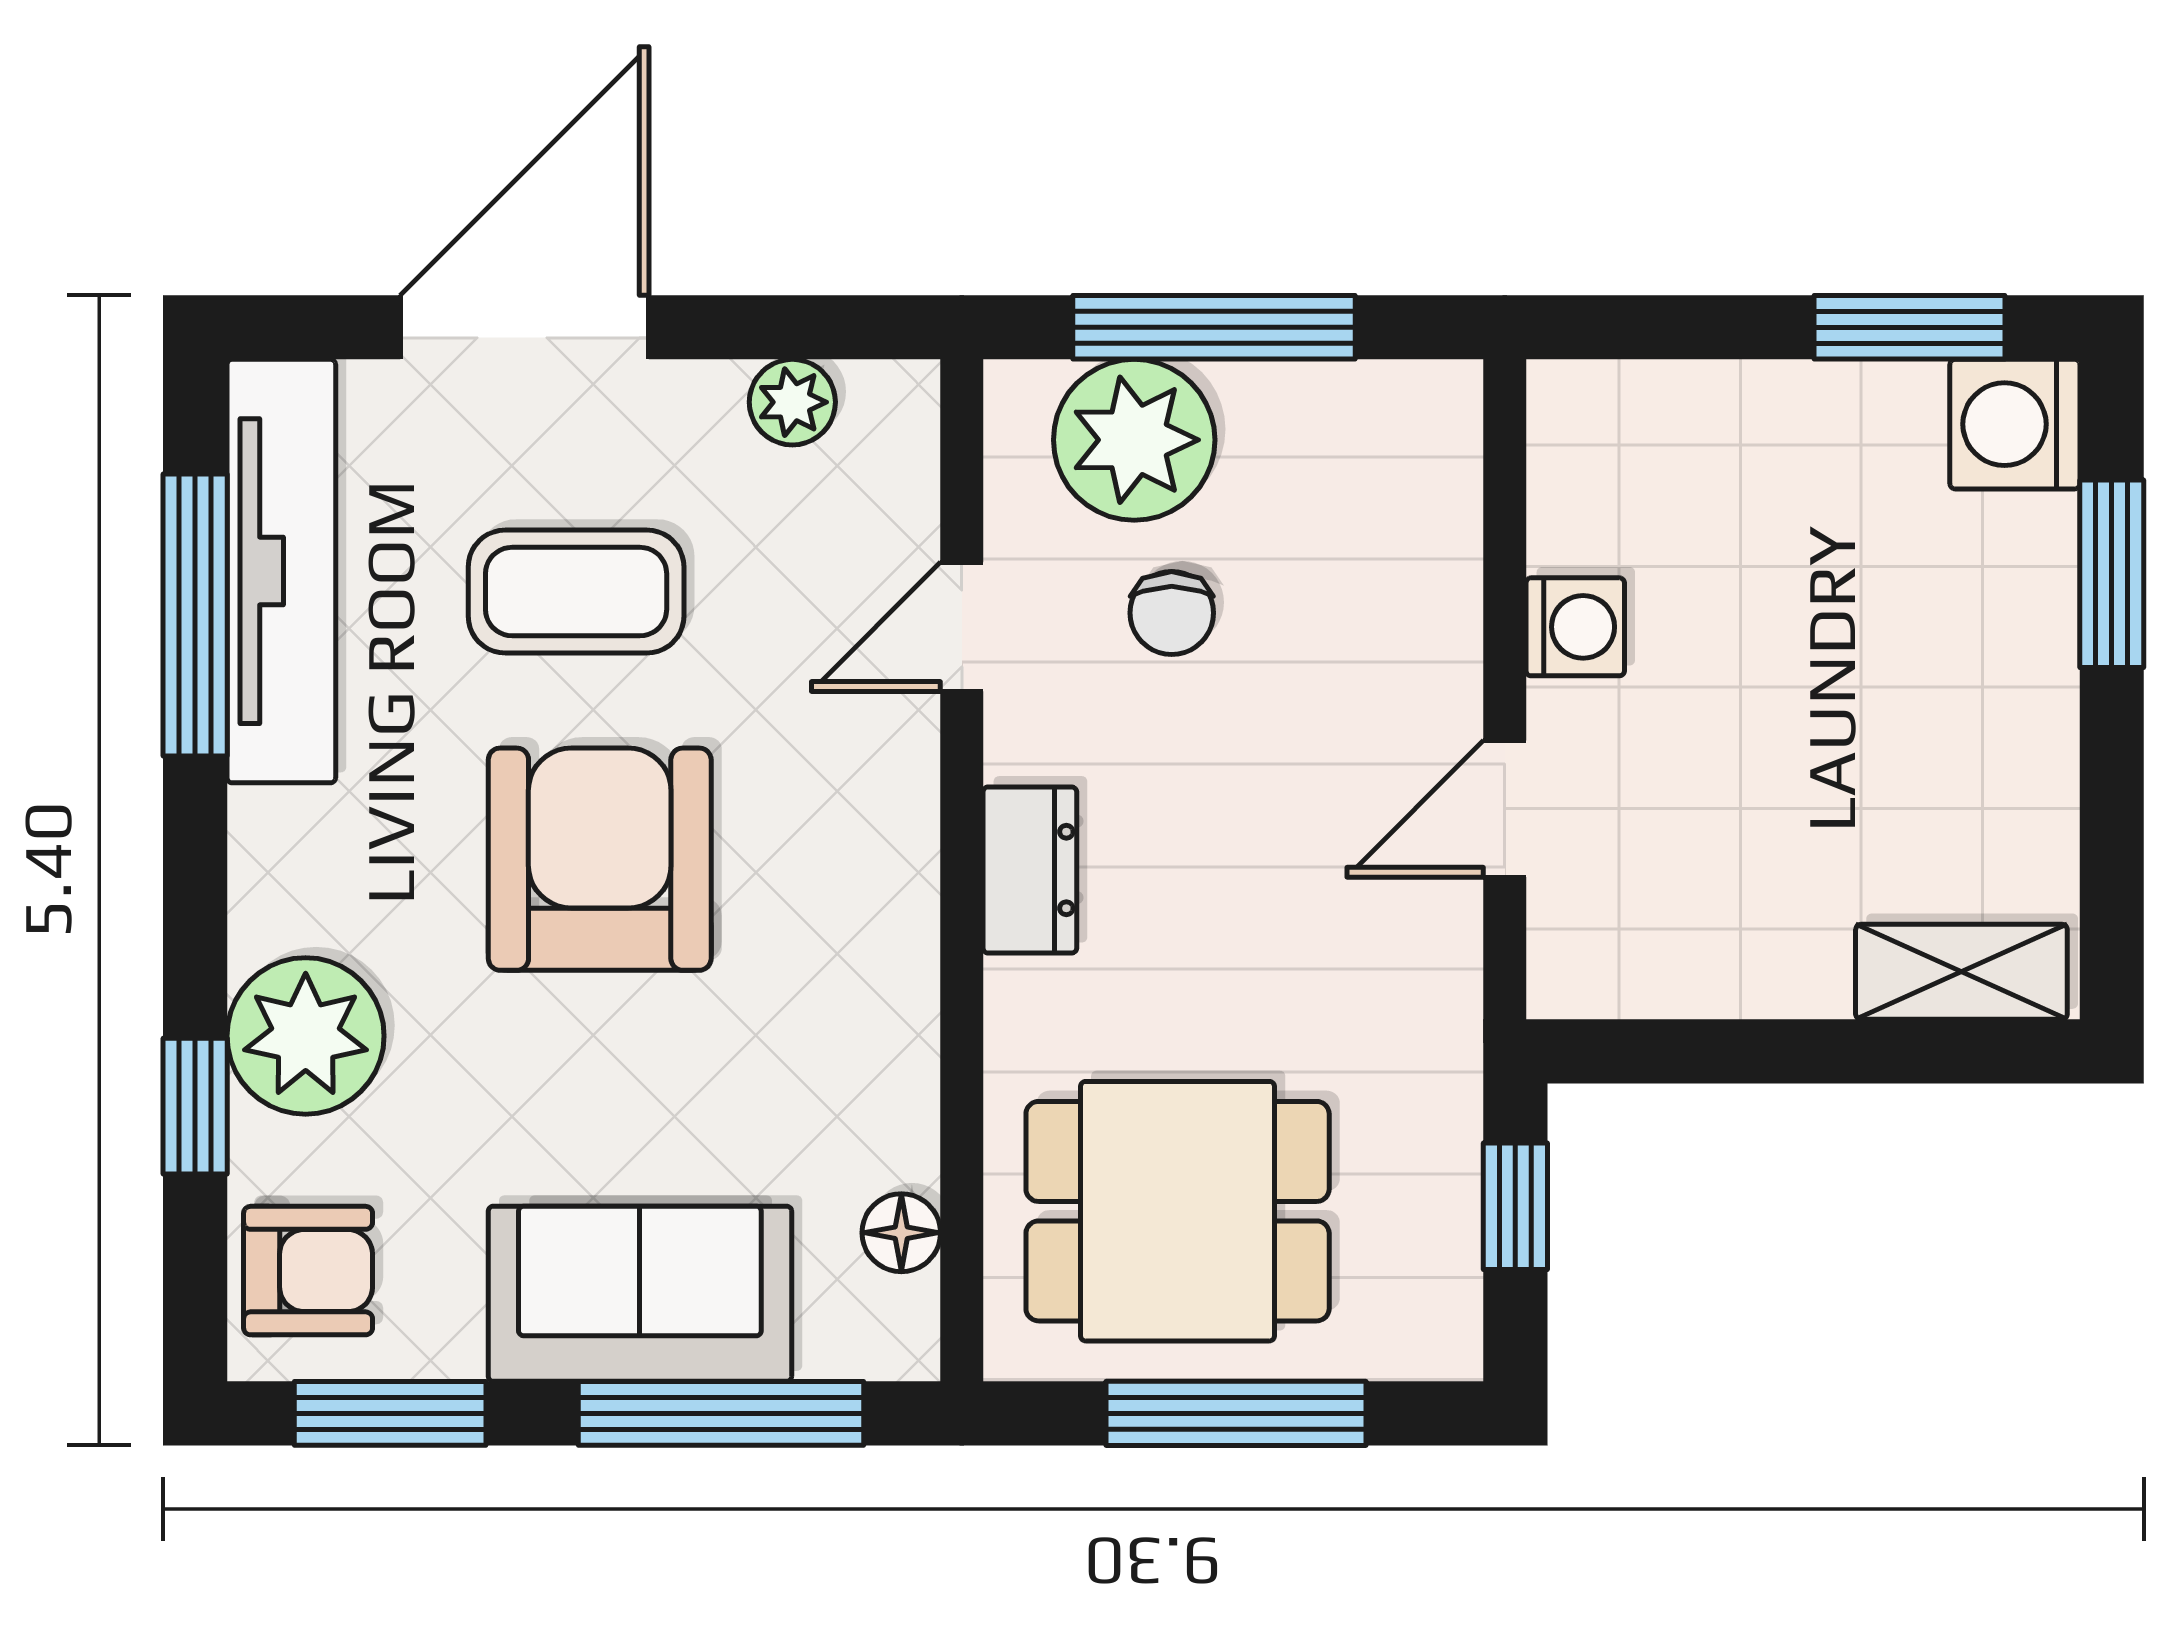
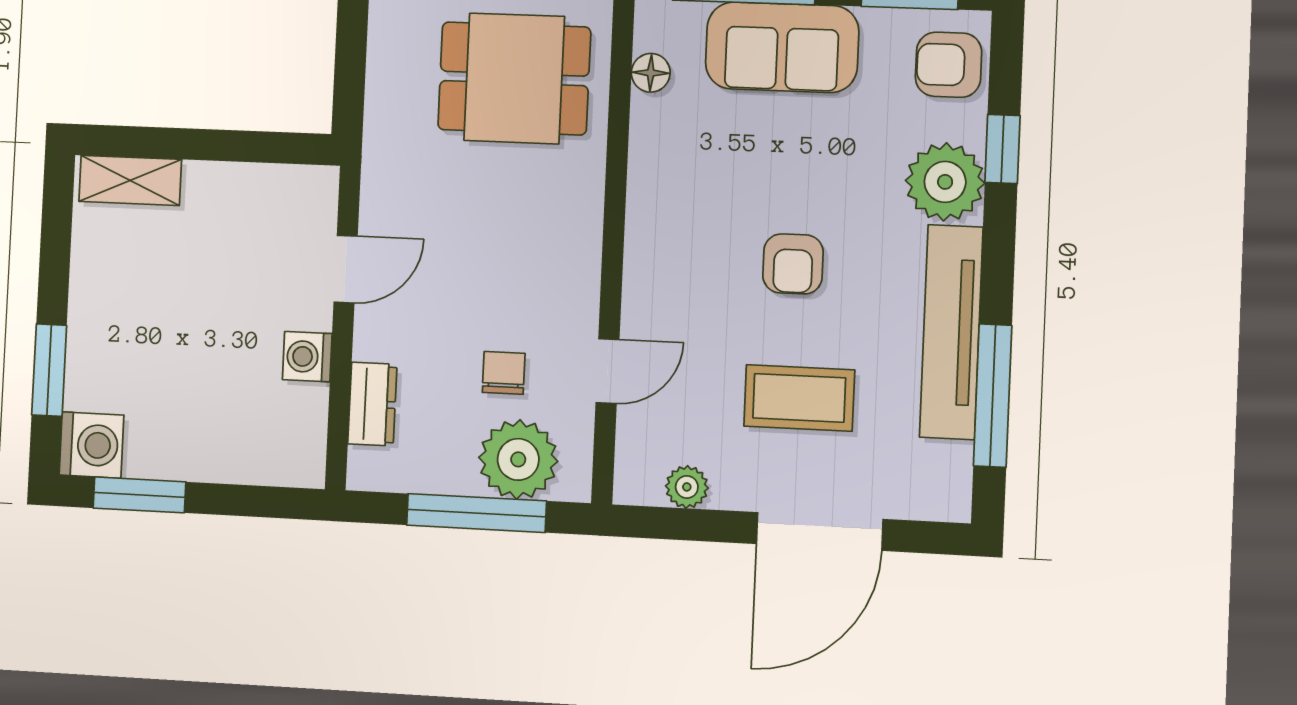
tv unit: (281, 571) -> (951, 332), moved
armchair: (600, 859) -> (793, 264), width x0.53, depth x0.53
dresser: (1030, 870) -> (372, 404), moved, turned 180
window: (1515, 1206) -> (350, 75), removed

